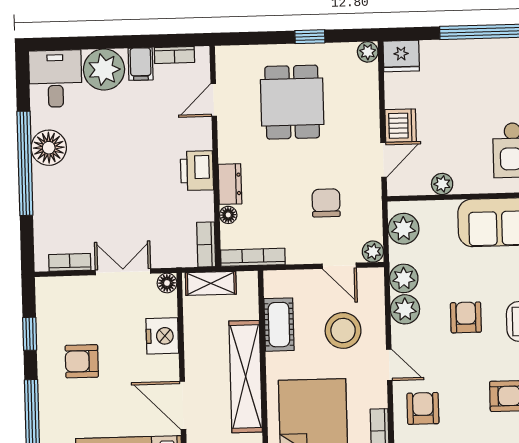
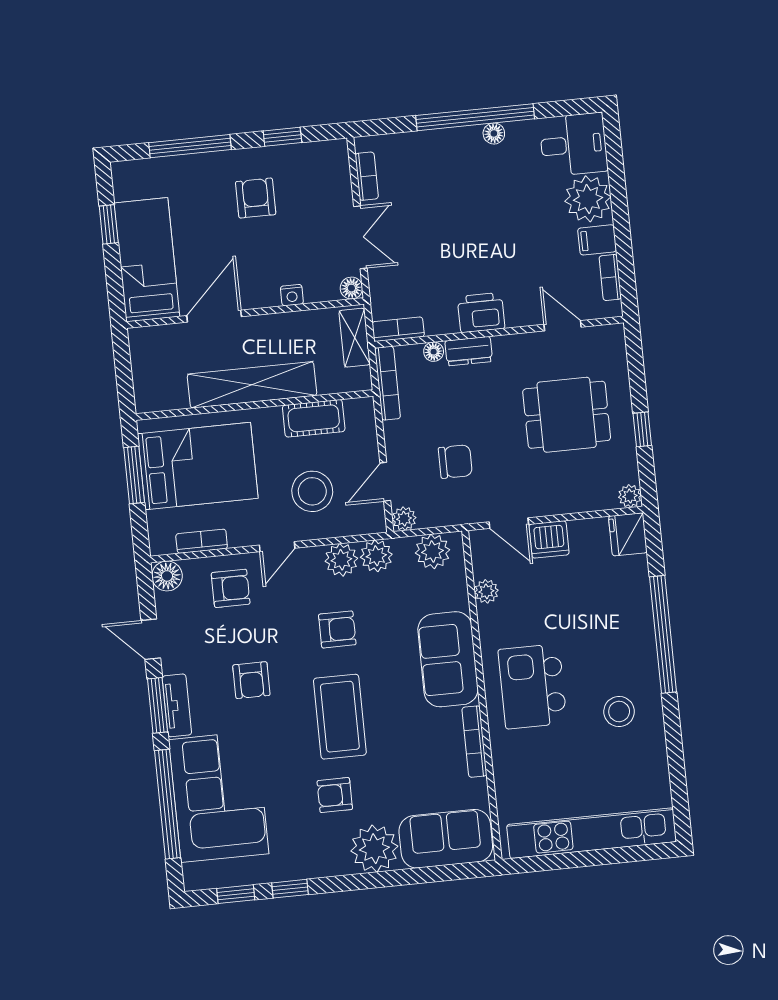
floor lamp: (49, 148) -> (494, 133), width x0.53, depth x0.53
nightstand: (162, 336) -> (292, 295), width x0.53, depth x0.56

